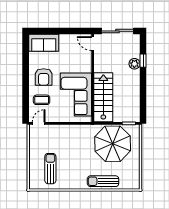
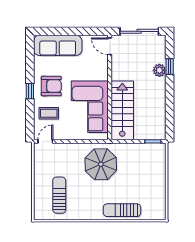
sofa: (44, 43) -> (58, 45), width x1.36
armchair: (44, 77) -> (51, 86), turned -90
window: (26, 81) -> (30, 91), added
parasol: (113, 144) -> (101, 164), moved, width x0.73, depth x0.73

